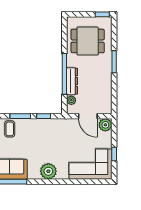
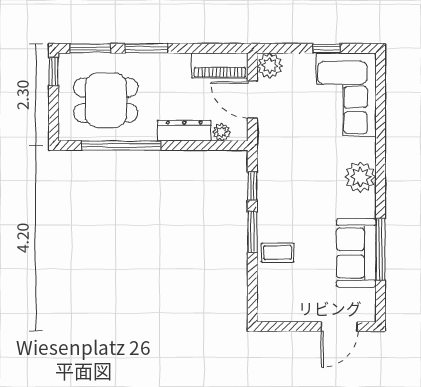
window: (114, 33) -> (90, 48), added
dining table: (88, 41) -> (106, 100), turned 90
window: (64, 74) -> (121, 146), moved
piano: (105, 99) -> (220, 65), added
door: (88, 116) -> (252, 100), swing flipped

